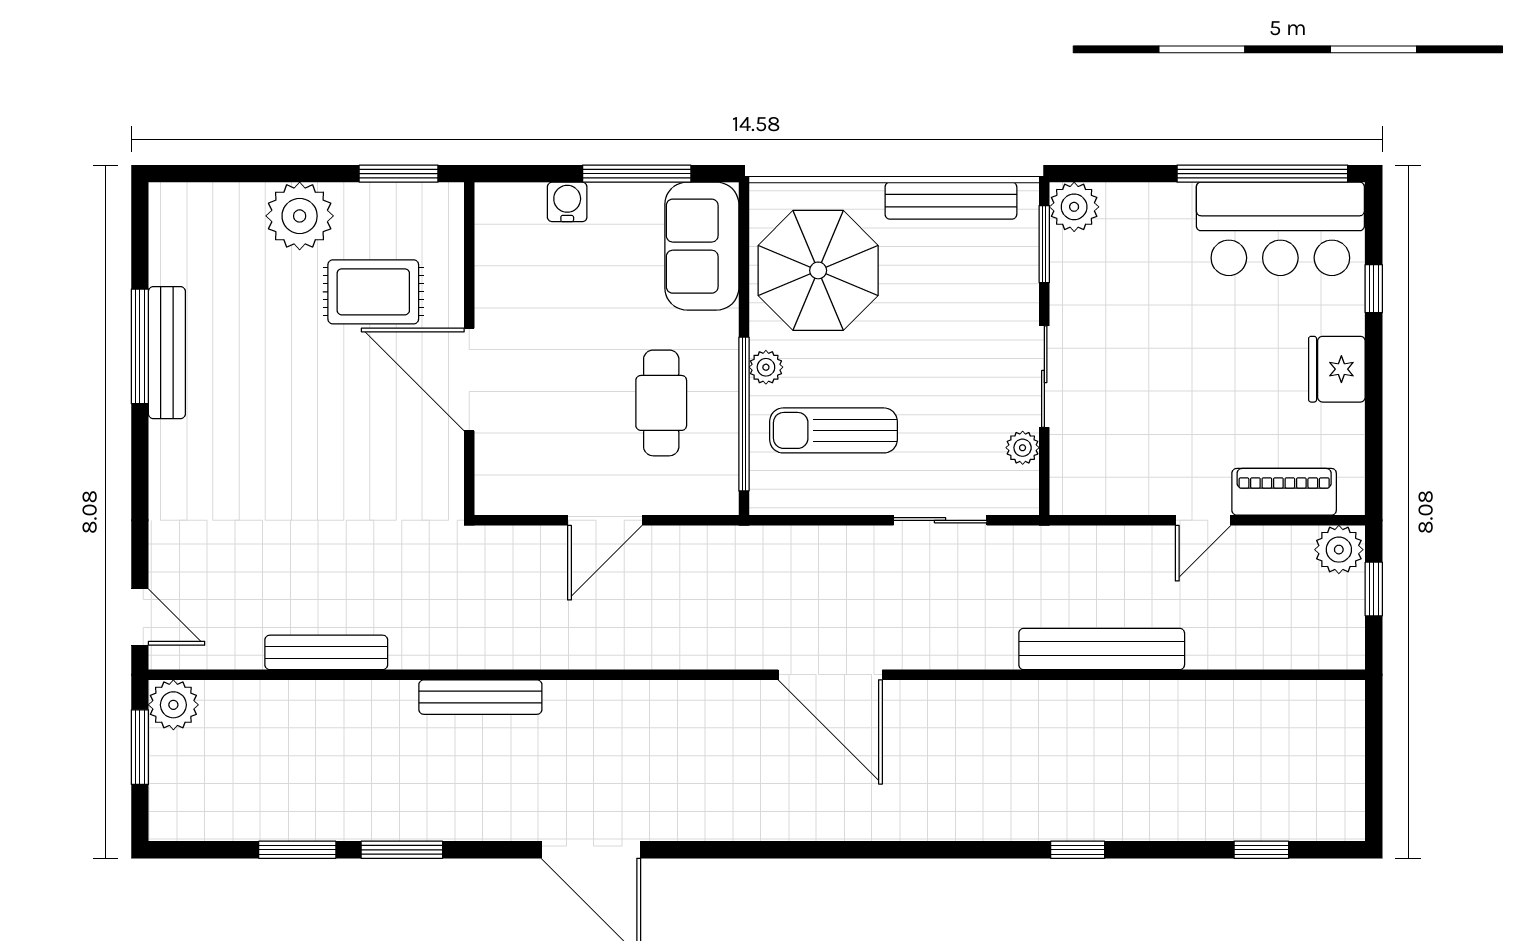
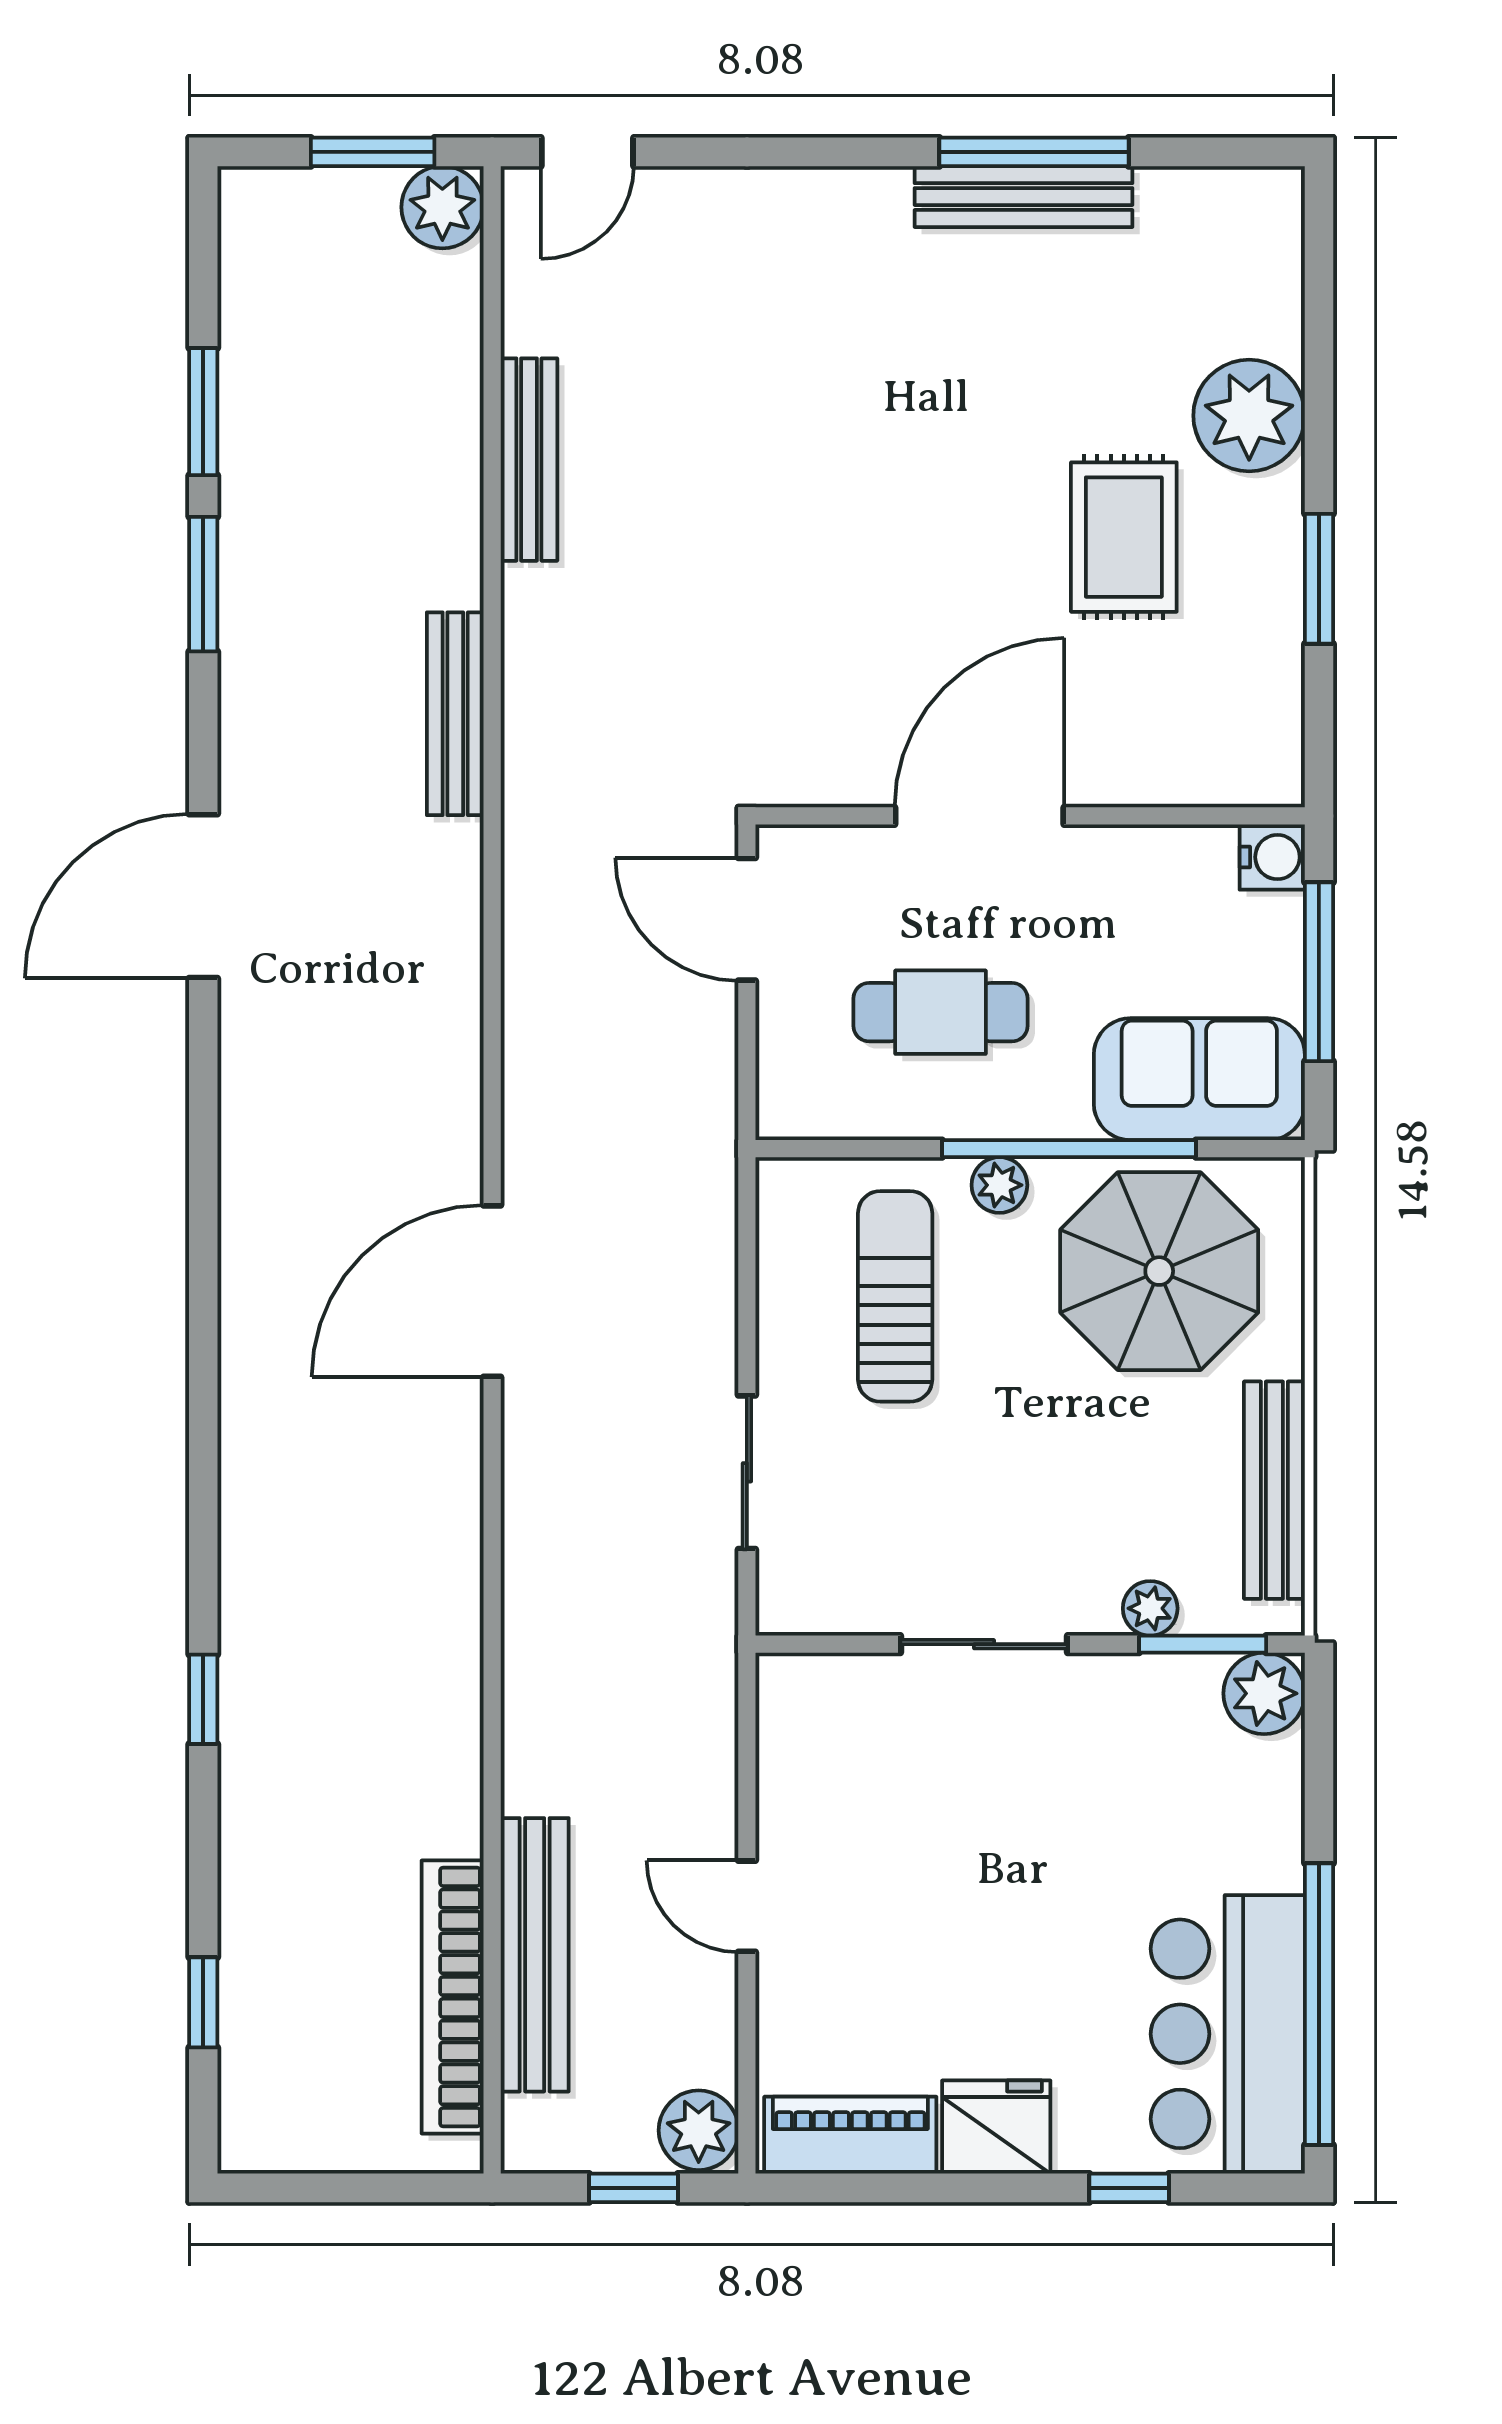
wall: (469, 349) -> (1030, 816), moved
door: (469, 379) -> (979, 816), moved
window: (744, 414) -> (1069, 1149), moved
plant: (1023, 448) -> (1150, 1608), moved
piano: (1284, 492) -> (850, 2135), moved, turned -90
bench: (1102, 649) -> (535, 1955), moved
bookcase: (1258, 699) -> (453, 1997), added

